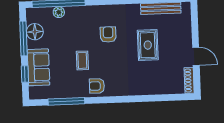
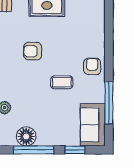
sofa: (39, 67) -> (93, 125), moved, turned -90
armchair: (97, 86) -> (92, 66), turned 180

